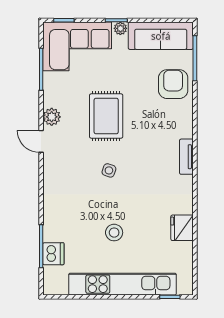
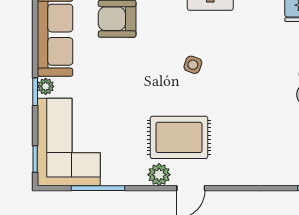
rug: (106, 116) -> (179, 137), moved
side table: (109, 170) -> (193, 65), moved

